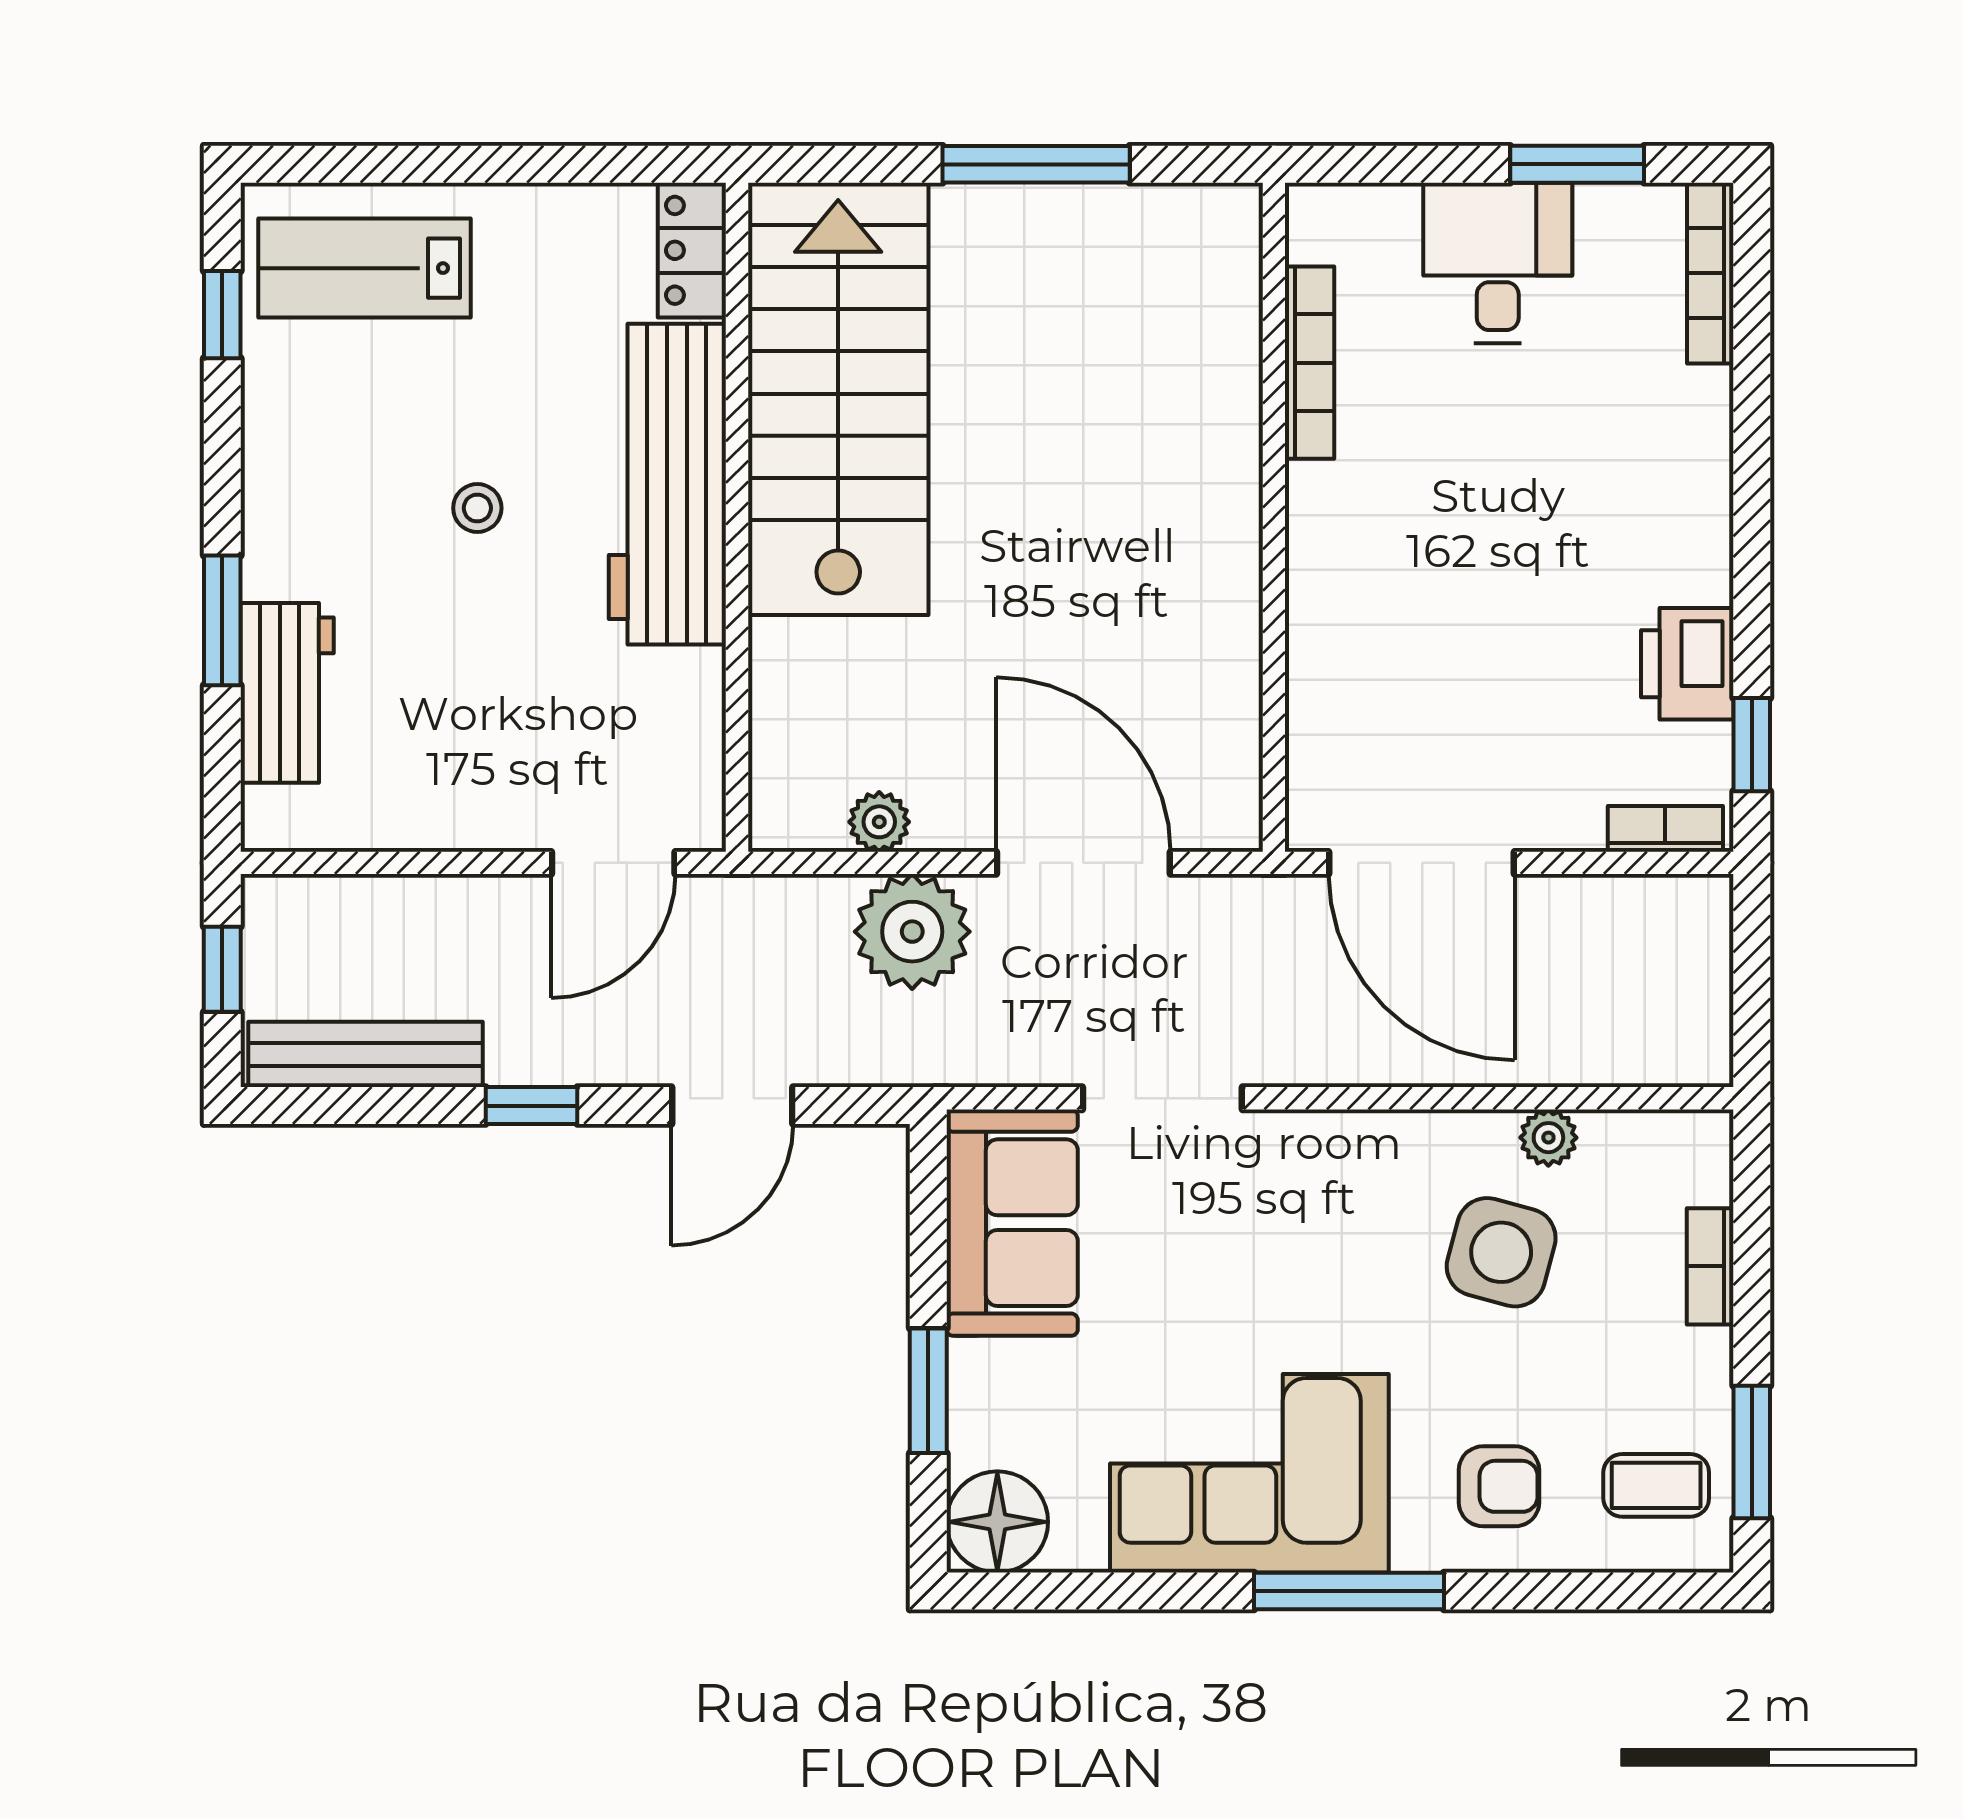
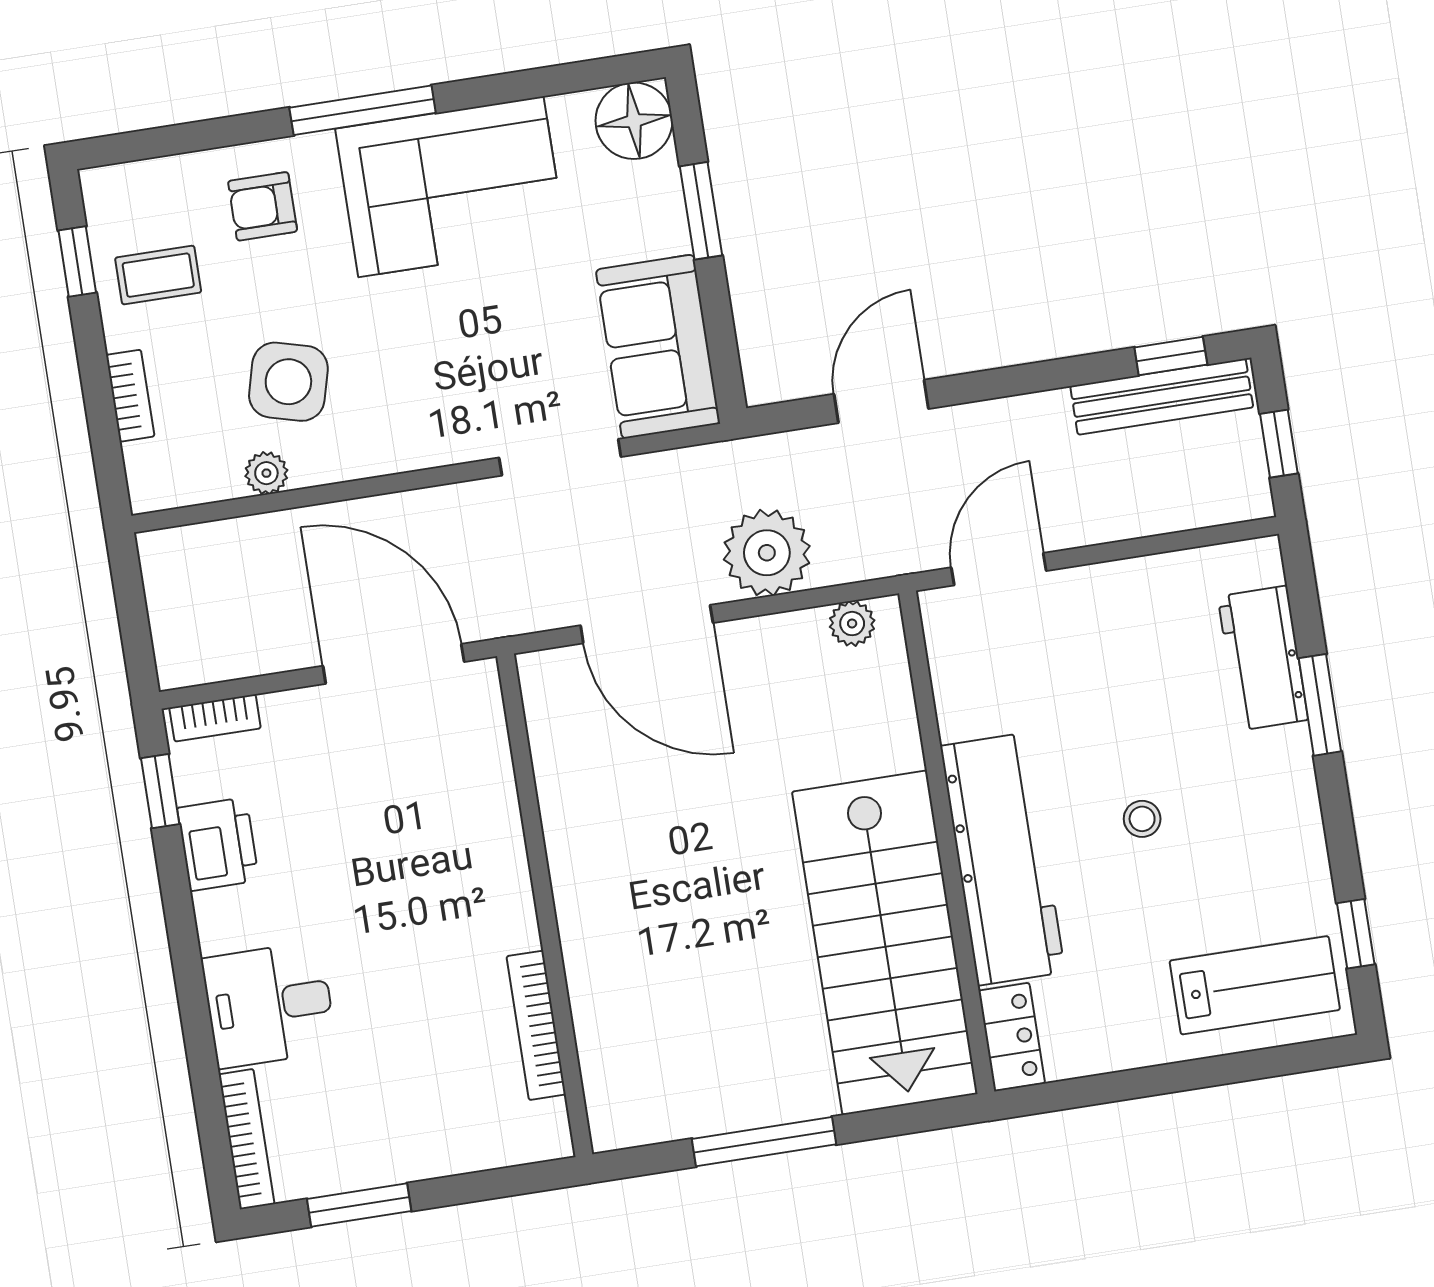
desk: (1498, 263) -> (269, 1005), moved, turned 90
plant: (879, 822) -> (852, 624), moved
window: (531, 1106) -> (1171, 356), moved
window: (1752, 1452) -> (77, 262), width x0.67
coffee table: (1656, 1485) -> (158, 275), moved

